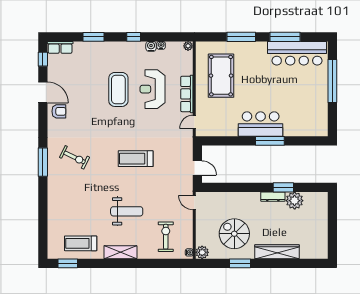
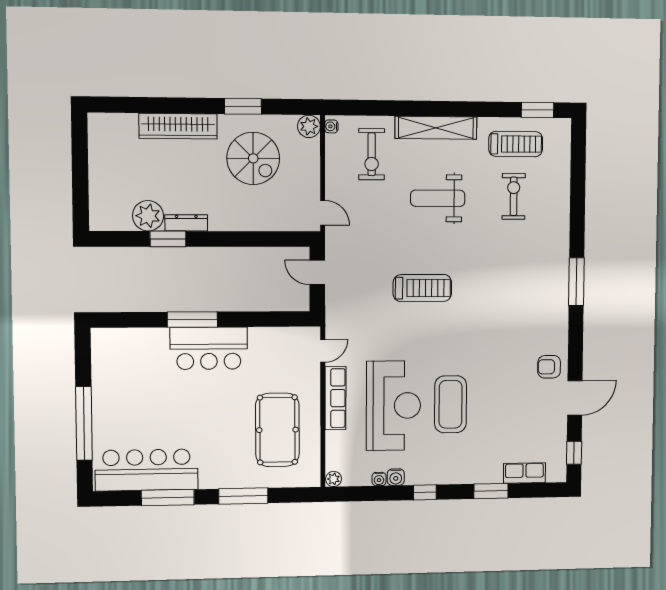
row of seats: (60, 47) -> (524, 473), moved
reception desk: (152, 89) -> (394, 406), width x1.36, depth x1.30
door: (43, 92) -> (575, 398), swing flipped
exercise bike: (75, 157) -> (514, 196), moved, turned 64
shelving: (120, 252) -> (436, 128), width x1.47

